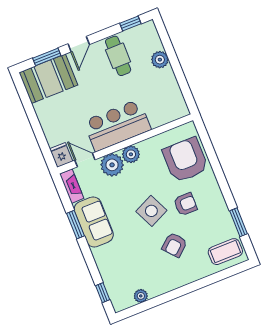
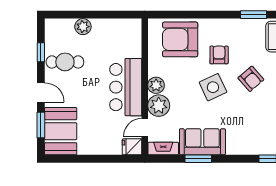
window: (130, 23) -> (41, 52), moved

